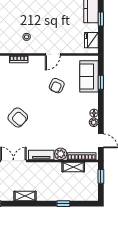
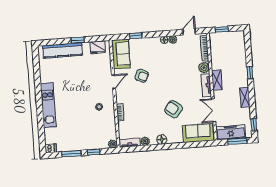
door: (53, 55) -> (113, 82), hinge flipped
sofa: (89, 76) -> (121, 54), moved, turned -90
armchair: (18, 118) -> (174, 109), turned -94
shelving: (73, 167) -> (217, 80), moved
window: (63, 204) -> (250, 73), moved

